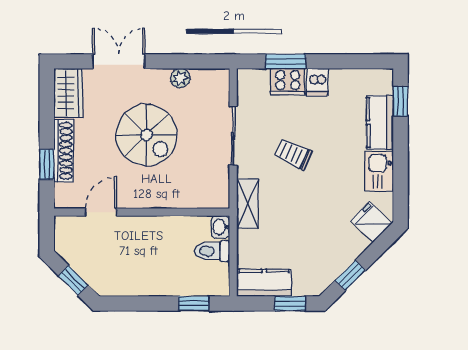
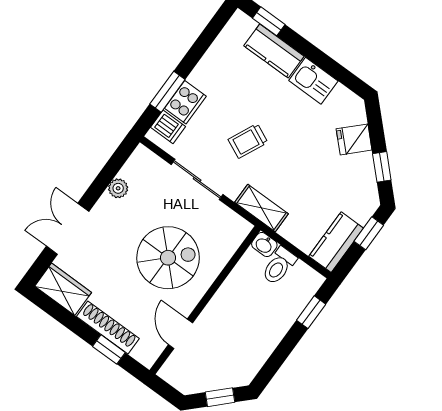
dishwasher: (317, 82) -> (168, 127), moved
spiral stairs: (146, 135) -> (168, 258), moved
fridge: (371, 222) -> (354, 139), moved

